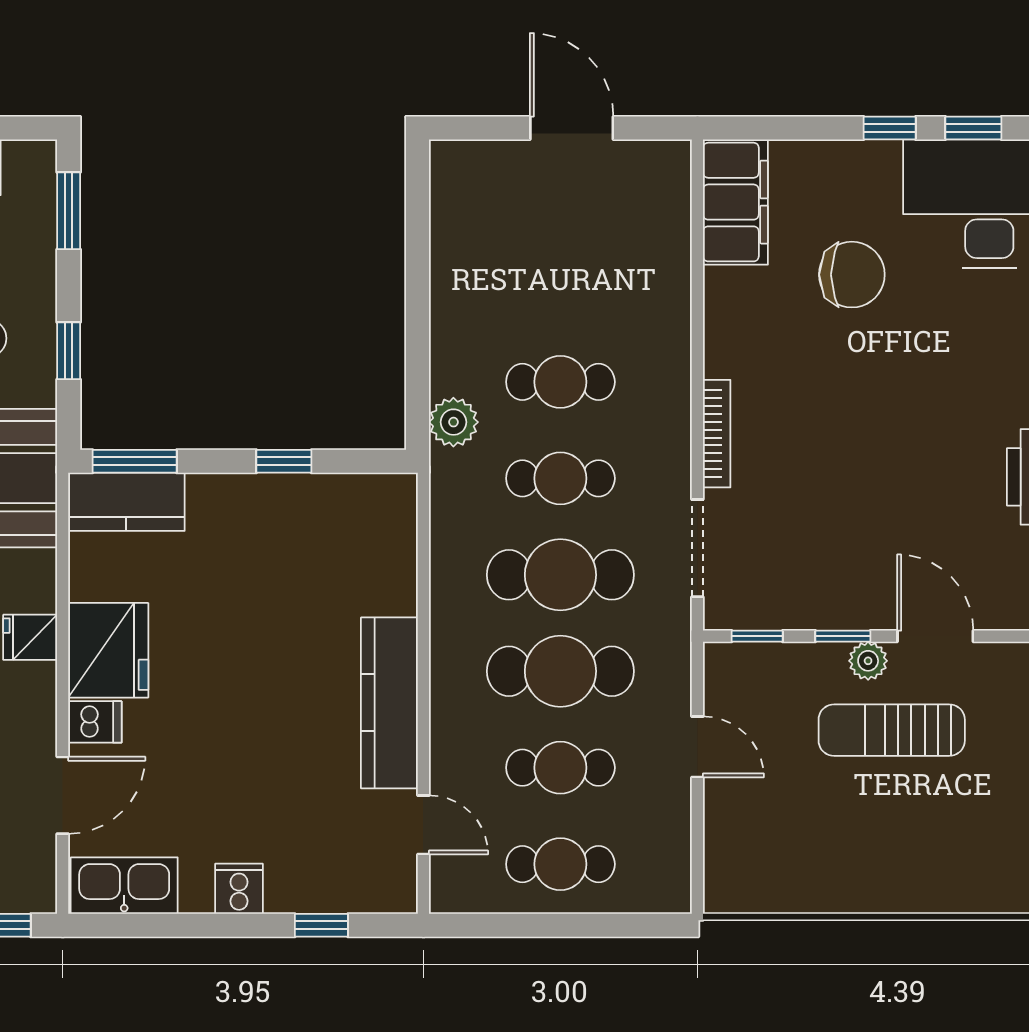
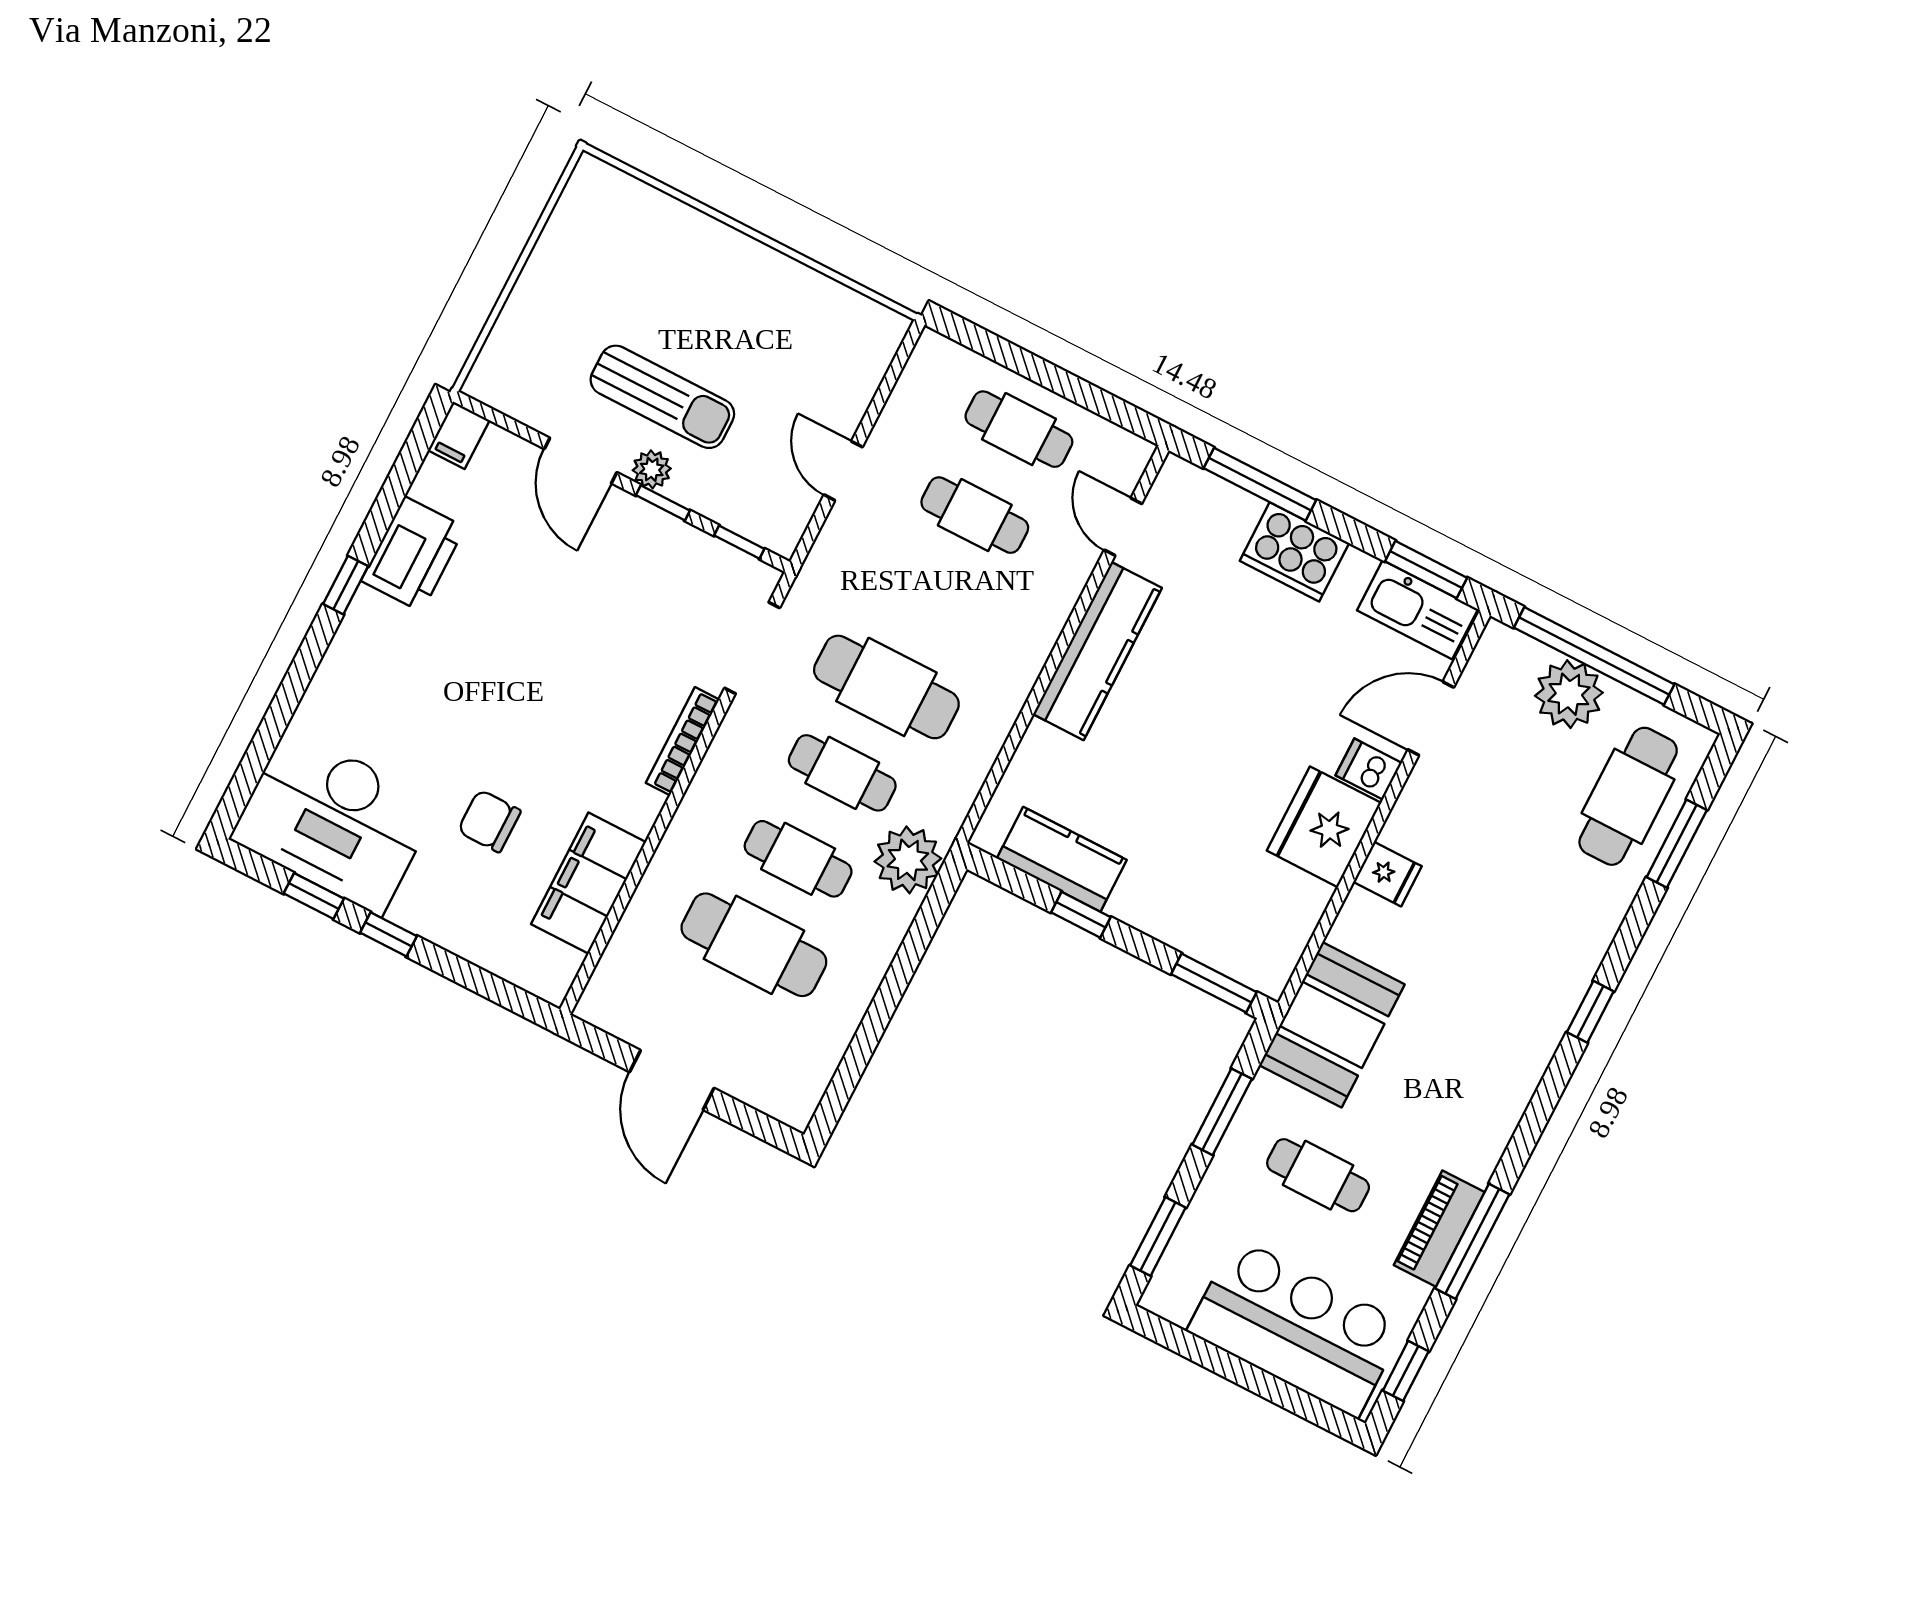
filing cabinet: (735, 202) -> (589, 883), moved
chair: (852, 275) -> (489, 821), width x0.73, depth x0.73
window: (69, 351) -> (1222, 1112), width x1.50
plant: (453, 422) -> (908, 860), width x1.36, depth x1.36
kitchen counter: (126, 502) -> (1062, 859), moved
cafe table: (560, 671) -> (754, 945), moved
cooker: (239, 889) -> (1294, 552), width x1.87, depth x1.31
window: (135, 925) -> (1426, 570), added
window: (321, 925) -> (1260, 484), width x2.17

